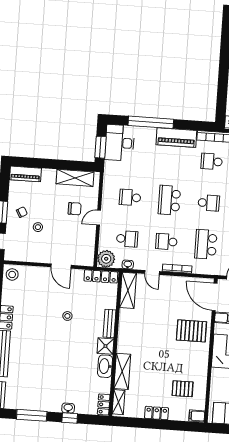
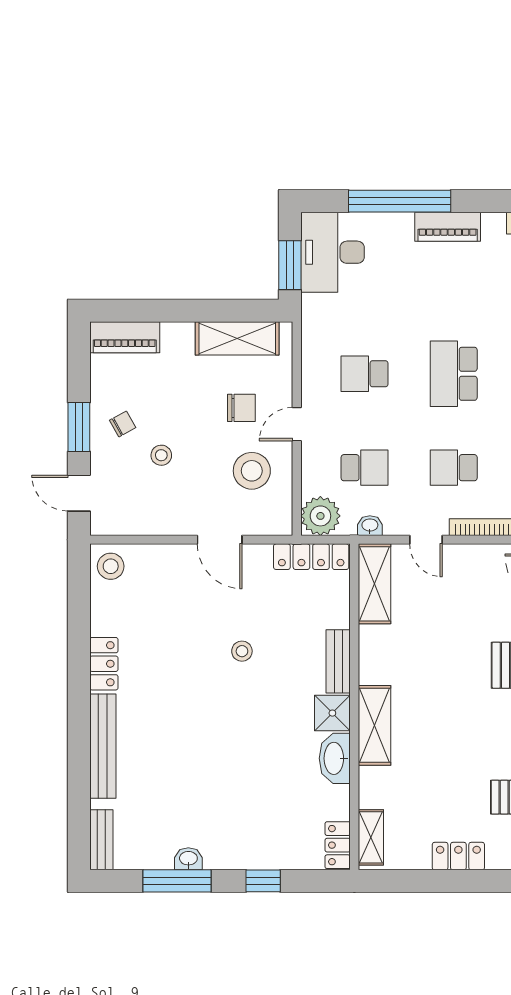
piano: (176, 138) -> (448, 227), width x0.73, depth x0.75
stool: (77, 237) -> (252, 471), added
shelving: (122, 371) -> (374, 725), moved
washbasin: (68, 408) -> (188, 859), moved

